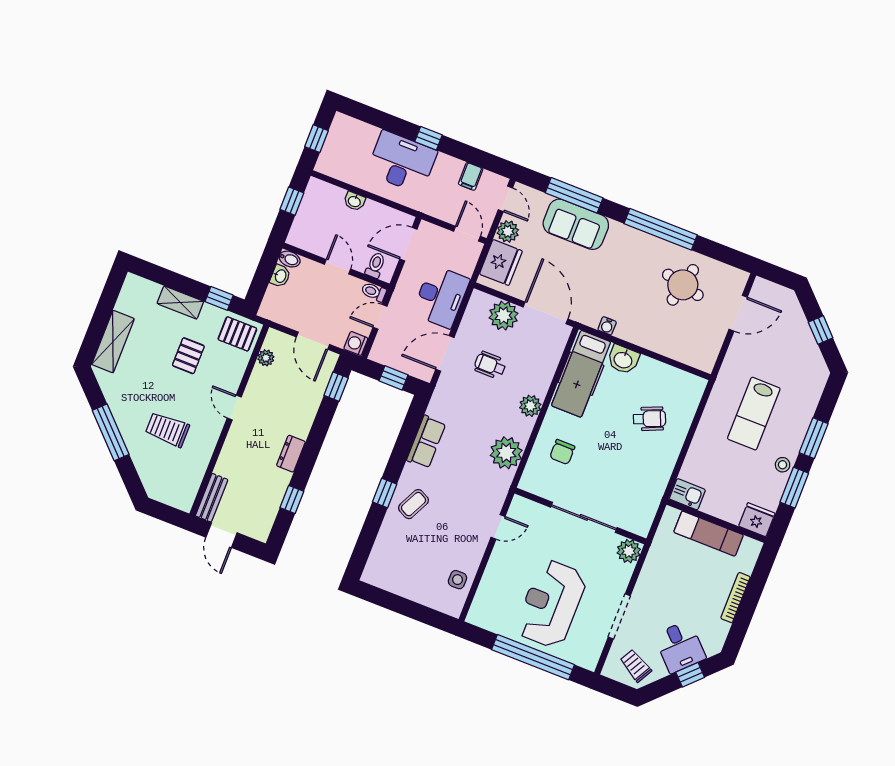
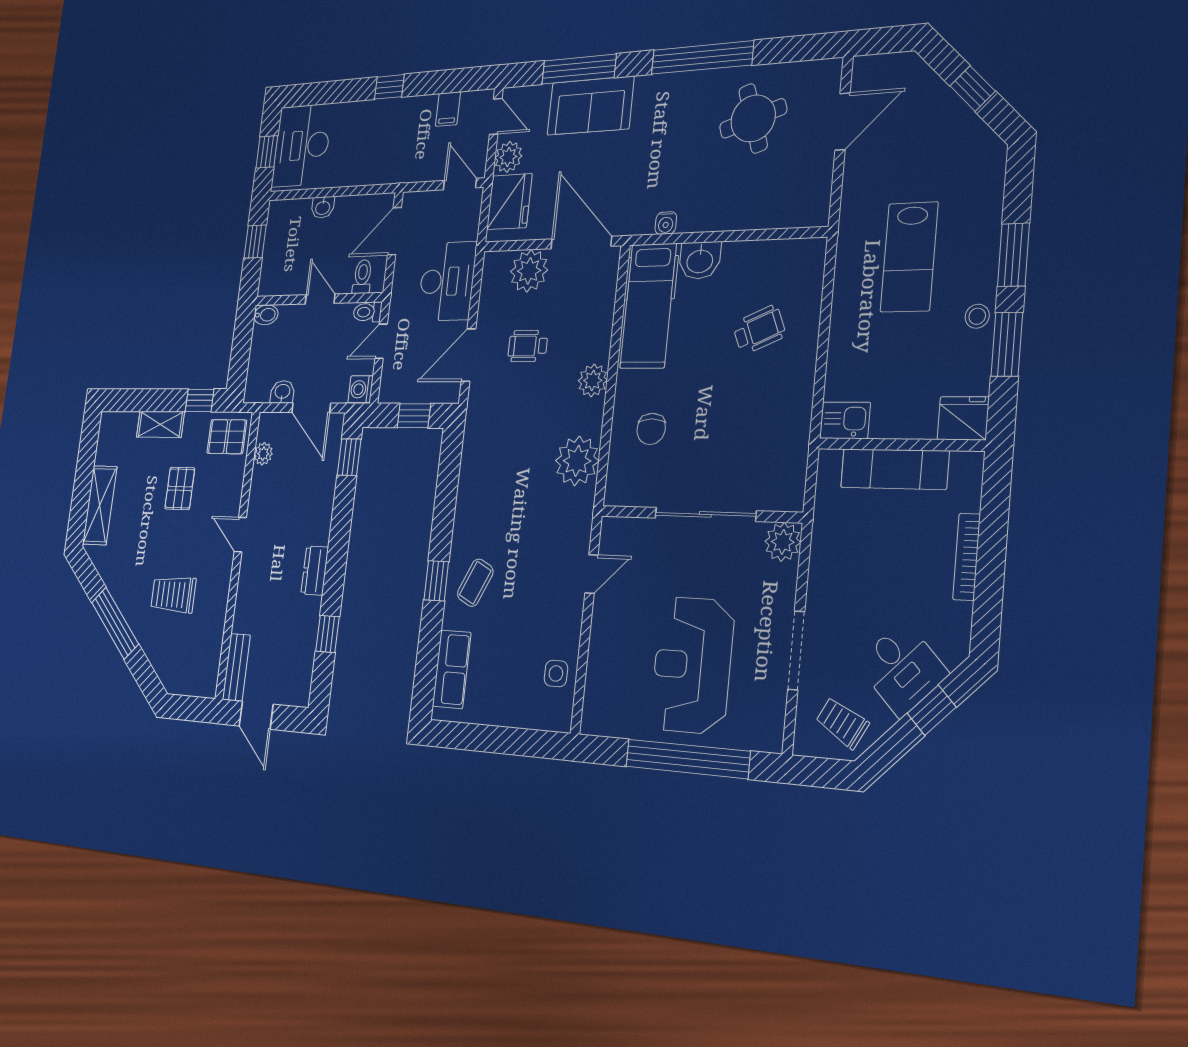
desk: (402, 162) -> (302, 145), moved, turned -90
washbasin: (280, 276) -> (282, 392), moved, turned -90
round table: (683, 285) -> (753, 118), turned -31
row of seats: (426, 442) -> (452, 669), moved

